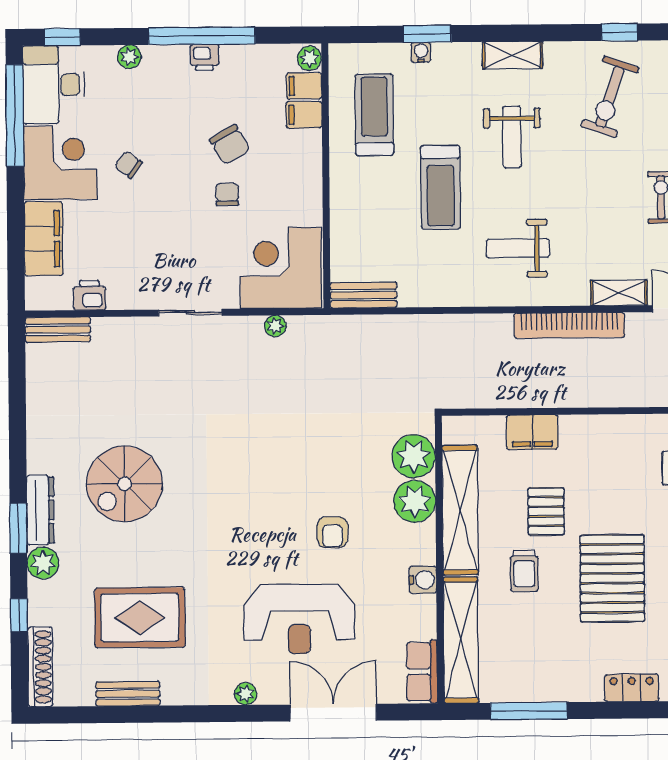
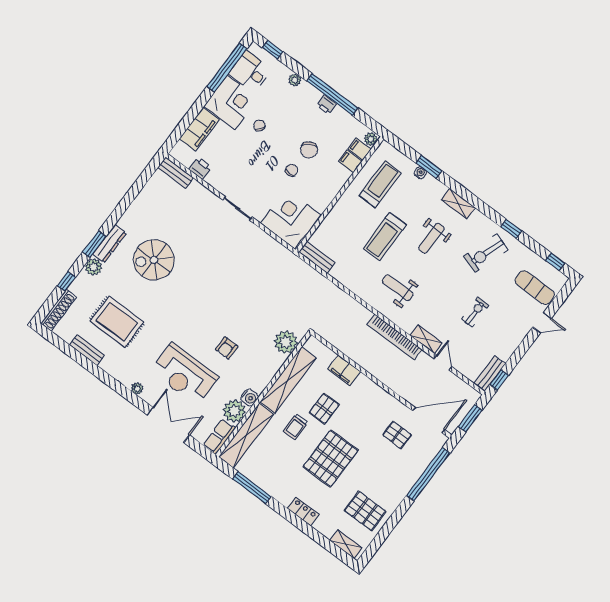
desk: (54, 85) -> (250, 72), width x0.73
plant: (275, 326) -> (269, 242), removed
plant: (415, 501) -> (234, 411), moved

